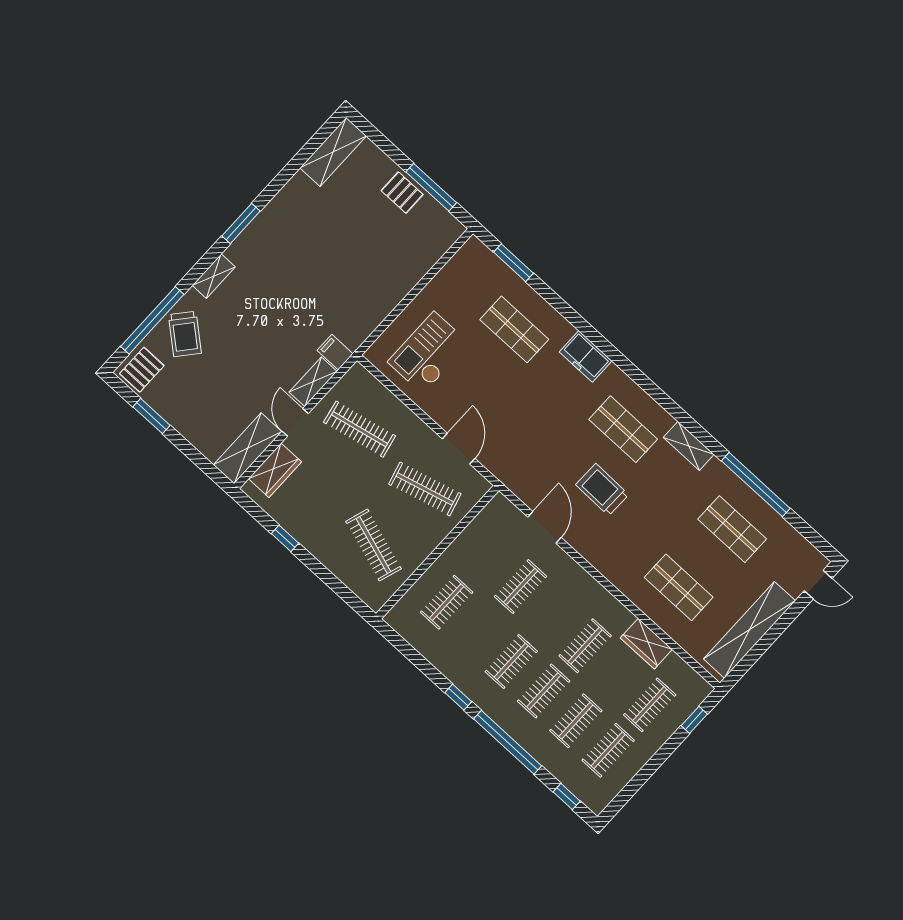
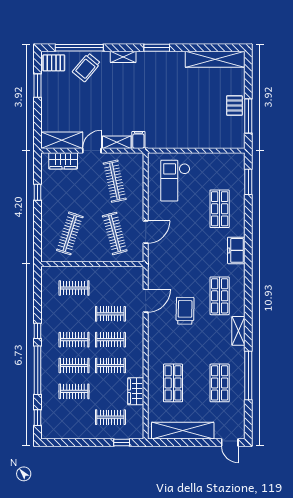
shelving: (333, 152) -> (215, 59), width x1.47
checkout: (428, 353) -> (175, 181), turned -90
clothes rail: (608, 750) -> (110, 340), moved

